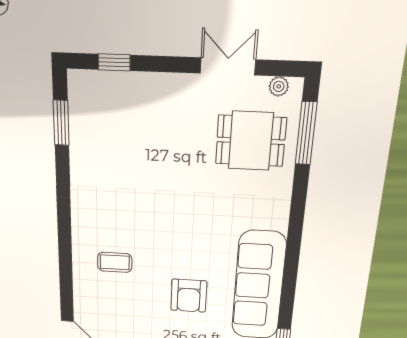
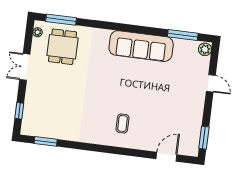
double door: (228, 66) -> (25, 67), moved
armchair: (189, 296) -> (145, 85), removed

